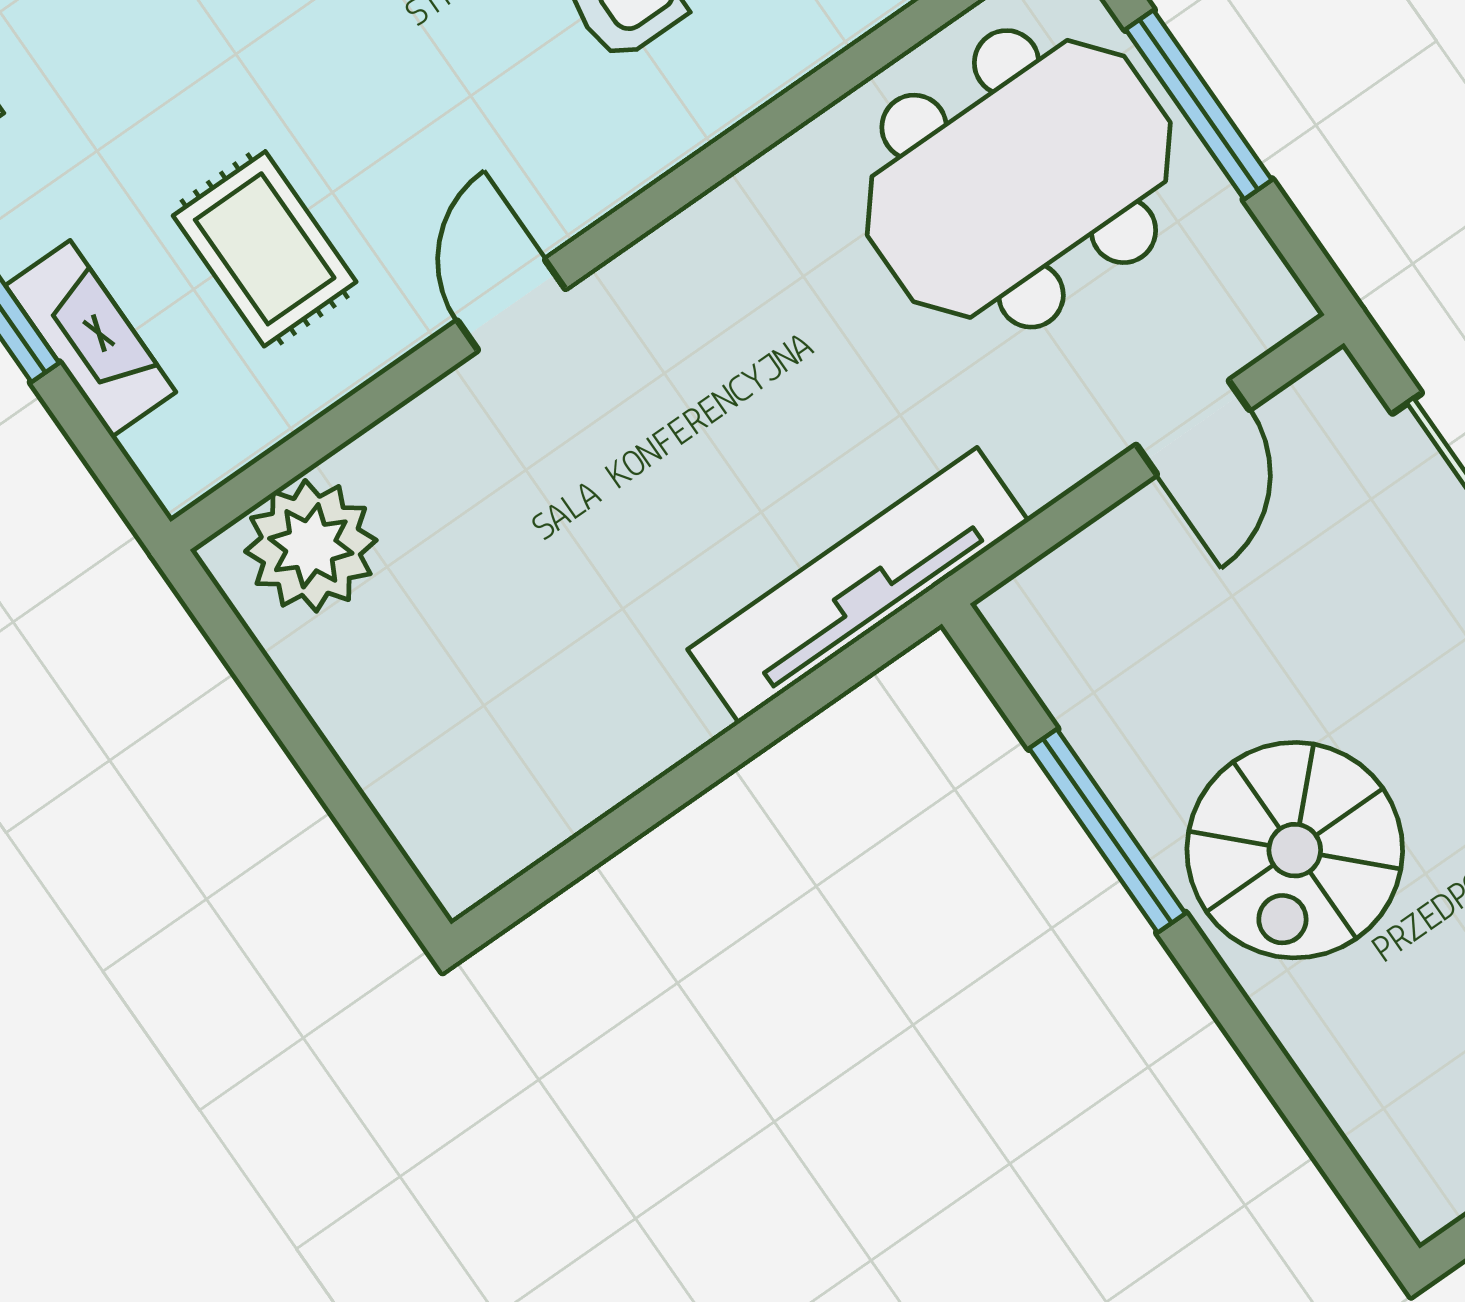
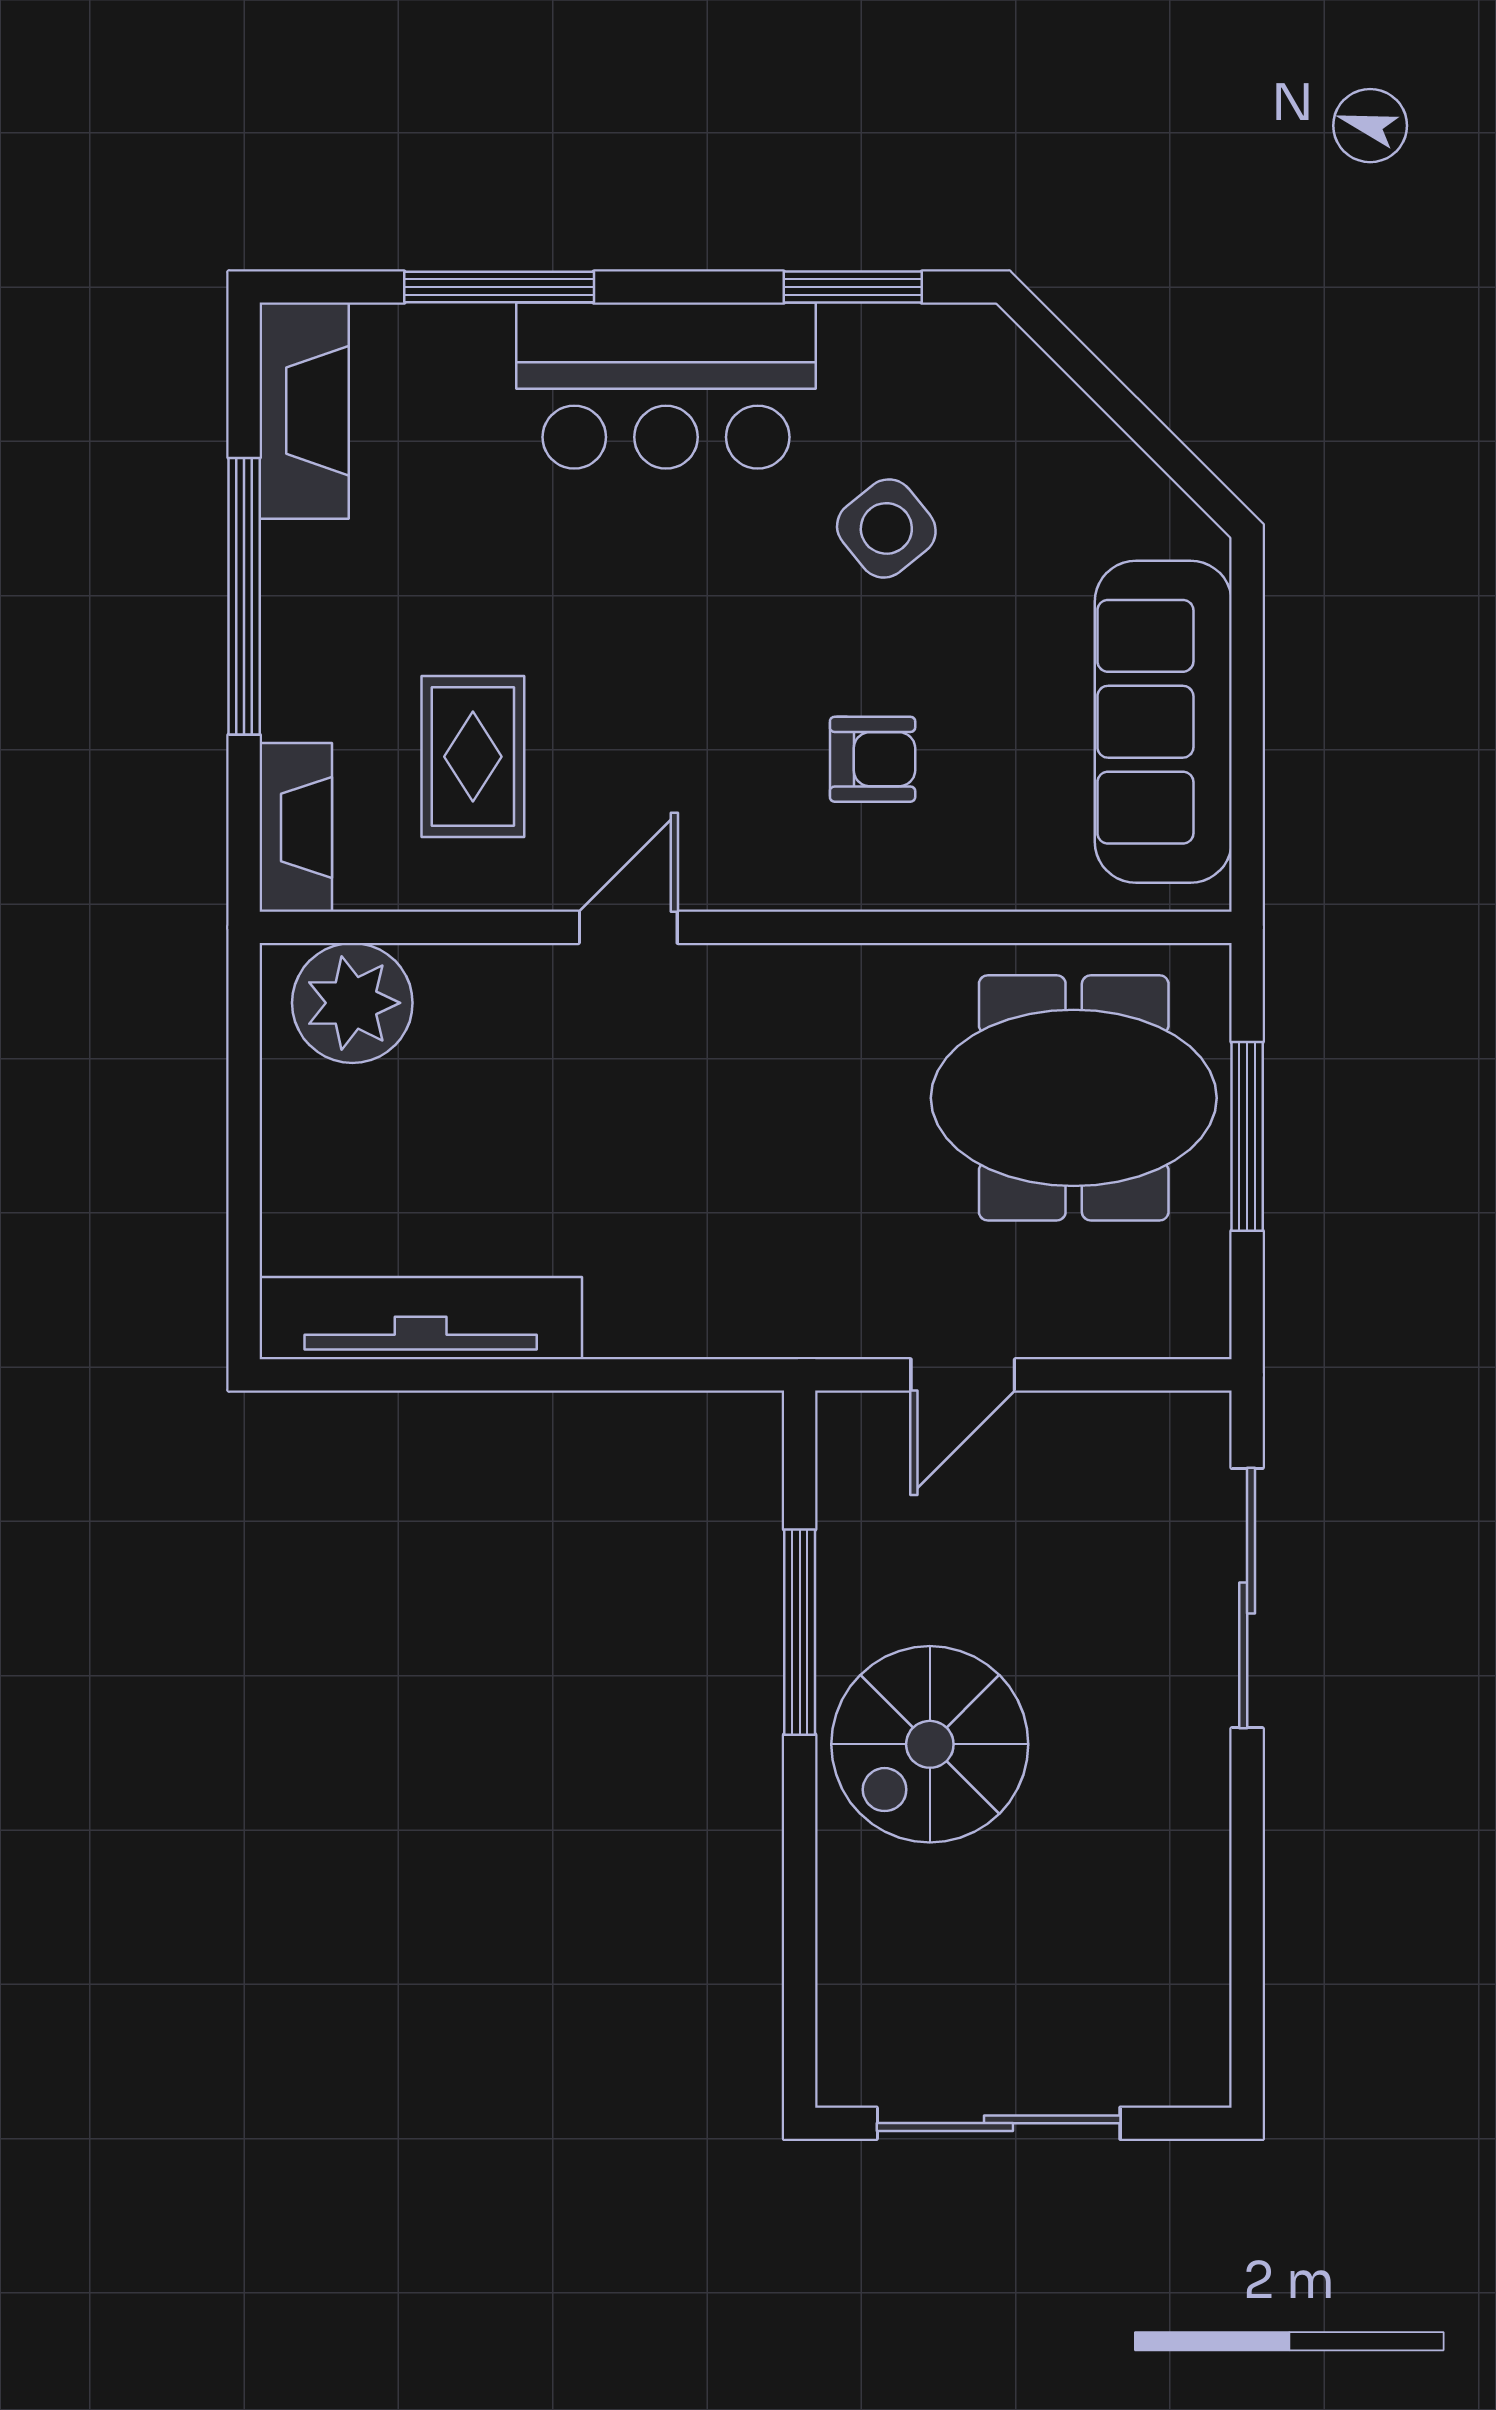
fireplace: (91, 339) -> (296, 827), moved
door: (1193, 427) -> (963, 1375), moved
tv unit: (858, 585) -> (421, 1318), moved

